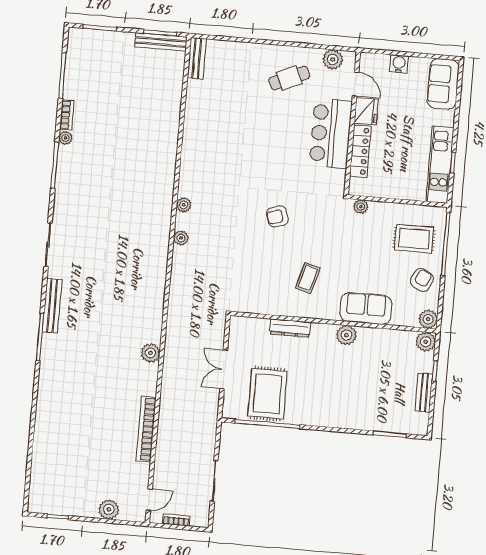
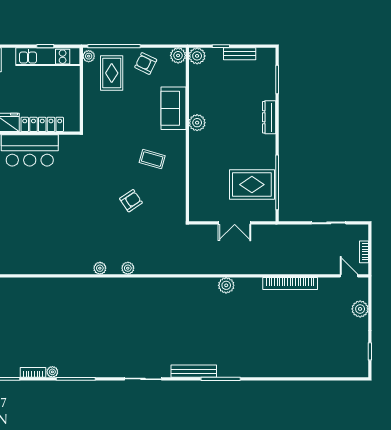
plant: (361, 207) -> (89, 56), moved
armchair: (277, 216) -> (131, 201), moved, turned -107
dresser: (290, 328) -> (269, 117), moved, turned 180

